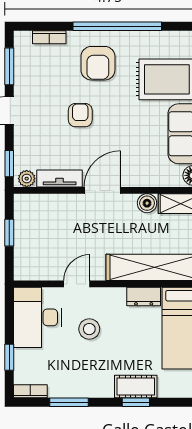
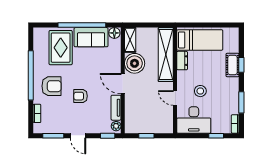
boiler: (147, 203) -> (135, 63), width x1.86, depth x1.86

